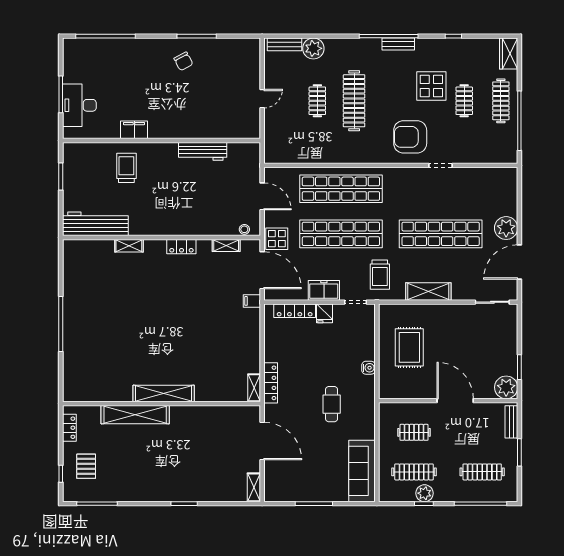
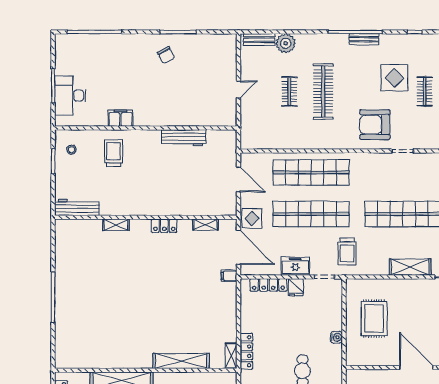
workbench: (95, 224) -> (77, 207), width x0.73, depth x0.76
stool: (244, 229) -> (71, 150), moved
shelving: (428, 291) -> (410, 267), moved
shelving: (164, 394) -> (181, 361), moved

